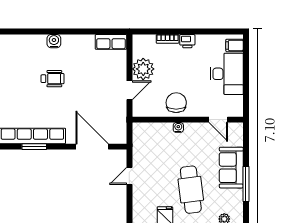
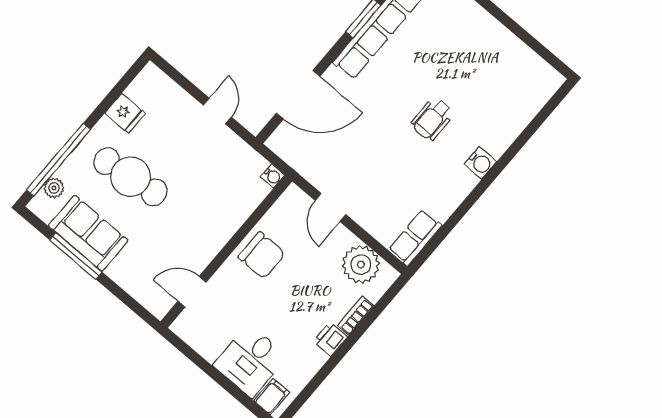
plant: (143, 69) -> (361, 265), moved
desk: (227, 74) -> (250, 361), width x0.73
water cooler: (178, 127) -> (273, 176), moved
sofa: (231, 168) -> (88, 233), moved

